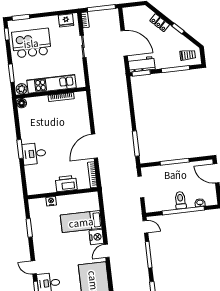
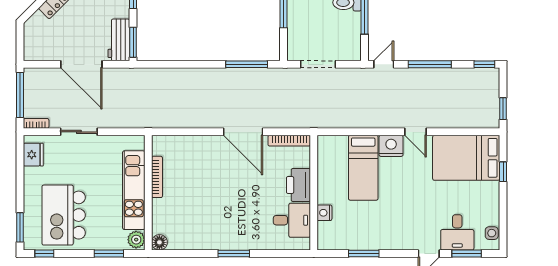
door: (124, 43) -> (81, 64), swing flipped
desk: (34, 154) -> (292, 220), moved, turned -90

